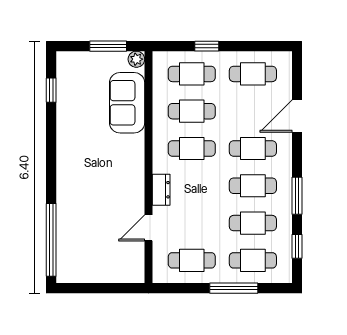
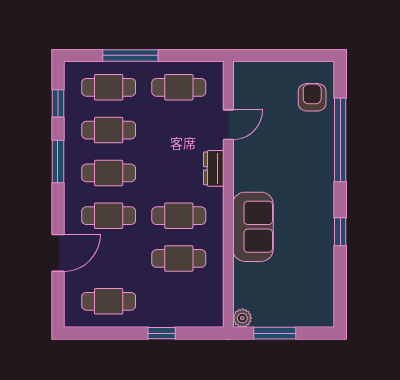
cafe table: (192, 74) -> (179, 301), removed
window: (51, 90) -> (340, 232), moved
sofa: (127, 103) -> (253, 227), moved
window: (51, 240) -> (340, 140), moved
armchair: (75, 252) -> (312, 97), added

